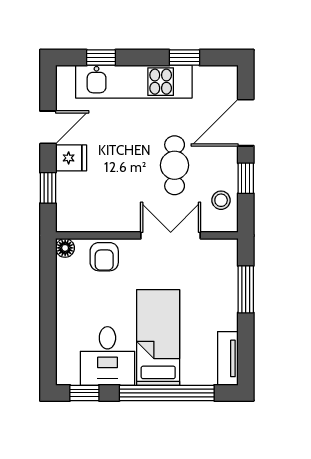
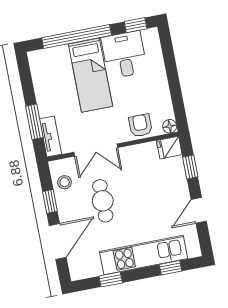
fridge: (71, 158) -> (169, 148), moved
tv unit: (228, 358) -> (51, 136), moved

